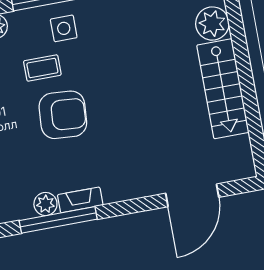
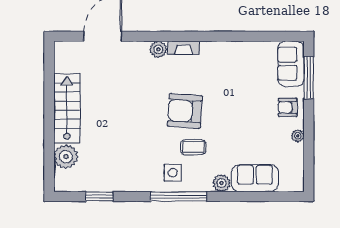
plant: (45, 204) -> (158, 49), moved
window: (58, 220) -> (202, 36), removed

